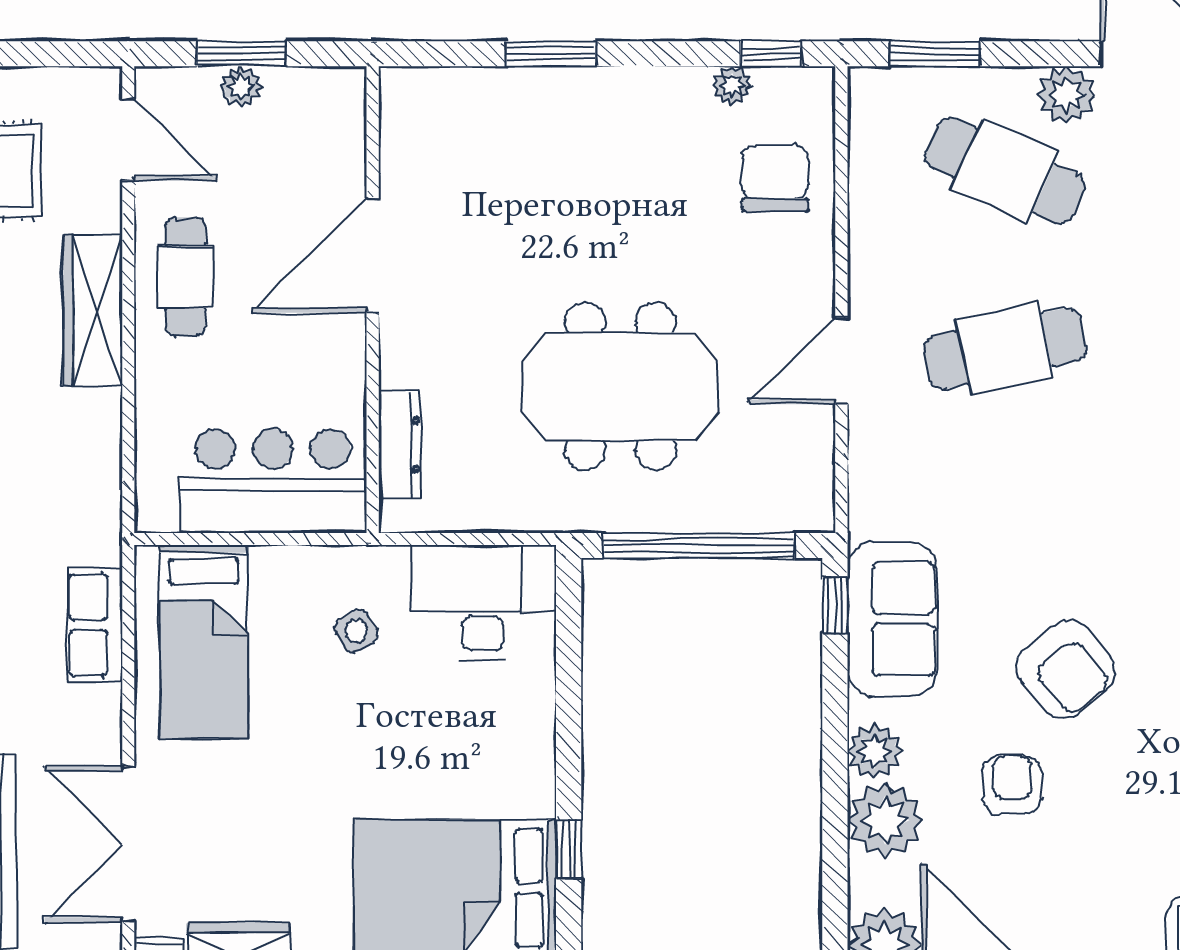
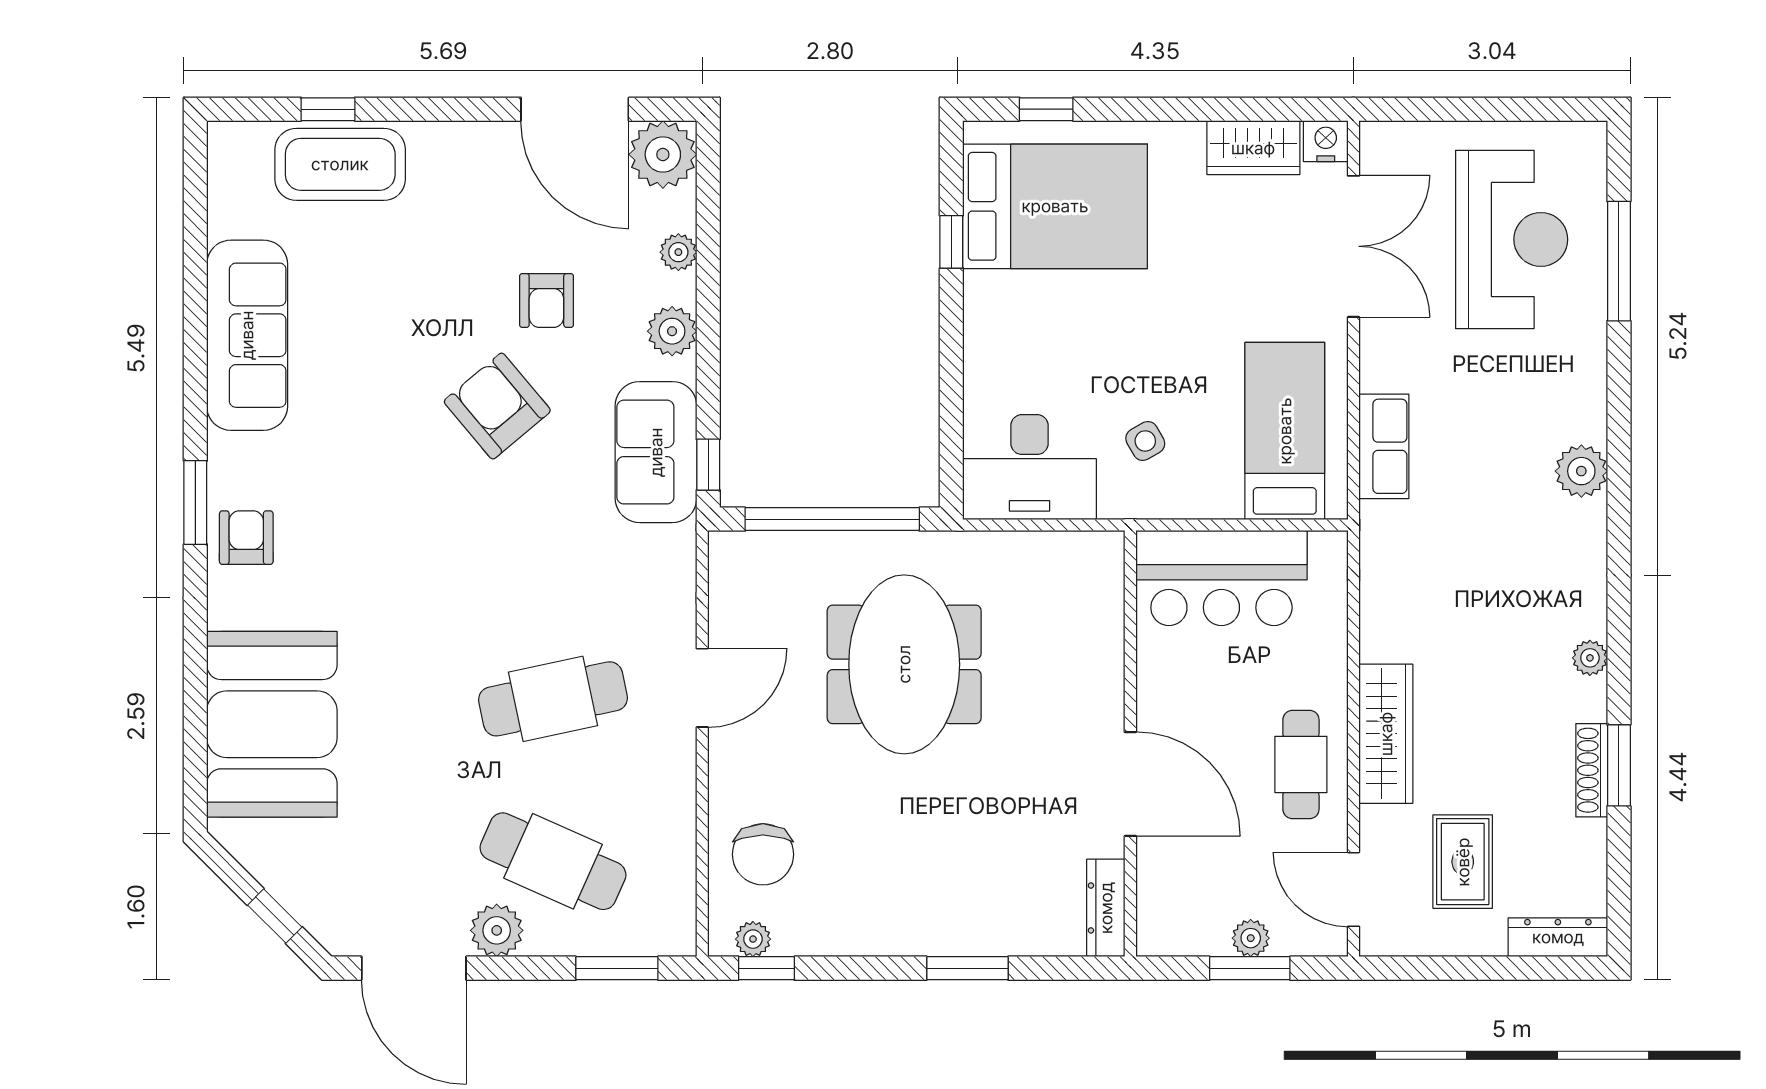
plant: (732, 86) -> (753, 939), moved
door: (373, 255) -> (1130, 784), hinge flipped
meeting table: (620, 386) -> (904, 664), turned 90
dresser: (400, 445) -> (1106, 908), moved
plant: (885, 820) -> (678, 252), width x0.53, depth x0.53

